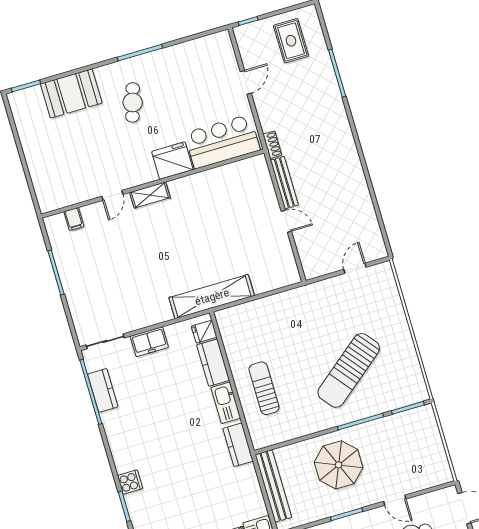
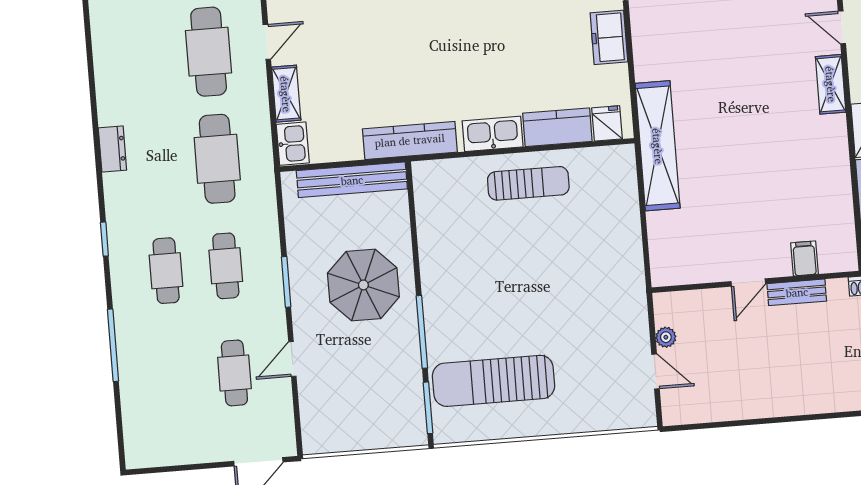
bench: (284, 183) -> (797, 292), width x0.73
filing cabinet: (264, 189) -> (804, 258), added
plant: (332, 266) -> (666, 337), added
sun lounger: (349, 370) -> (494, 381), moved, turned -51
sun lounger: (264, 388) -> (528, 183), moved
kitchen counter: (238, 445) -> (410, 140), width x1.50

